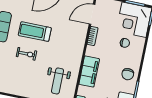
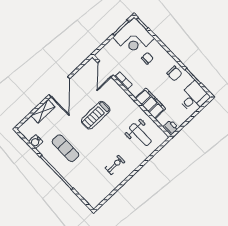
treadmill: (35, 32) -> (96, 115), moved
exercise bike: (27, 54) -> (115, 165), moved

